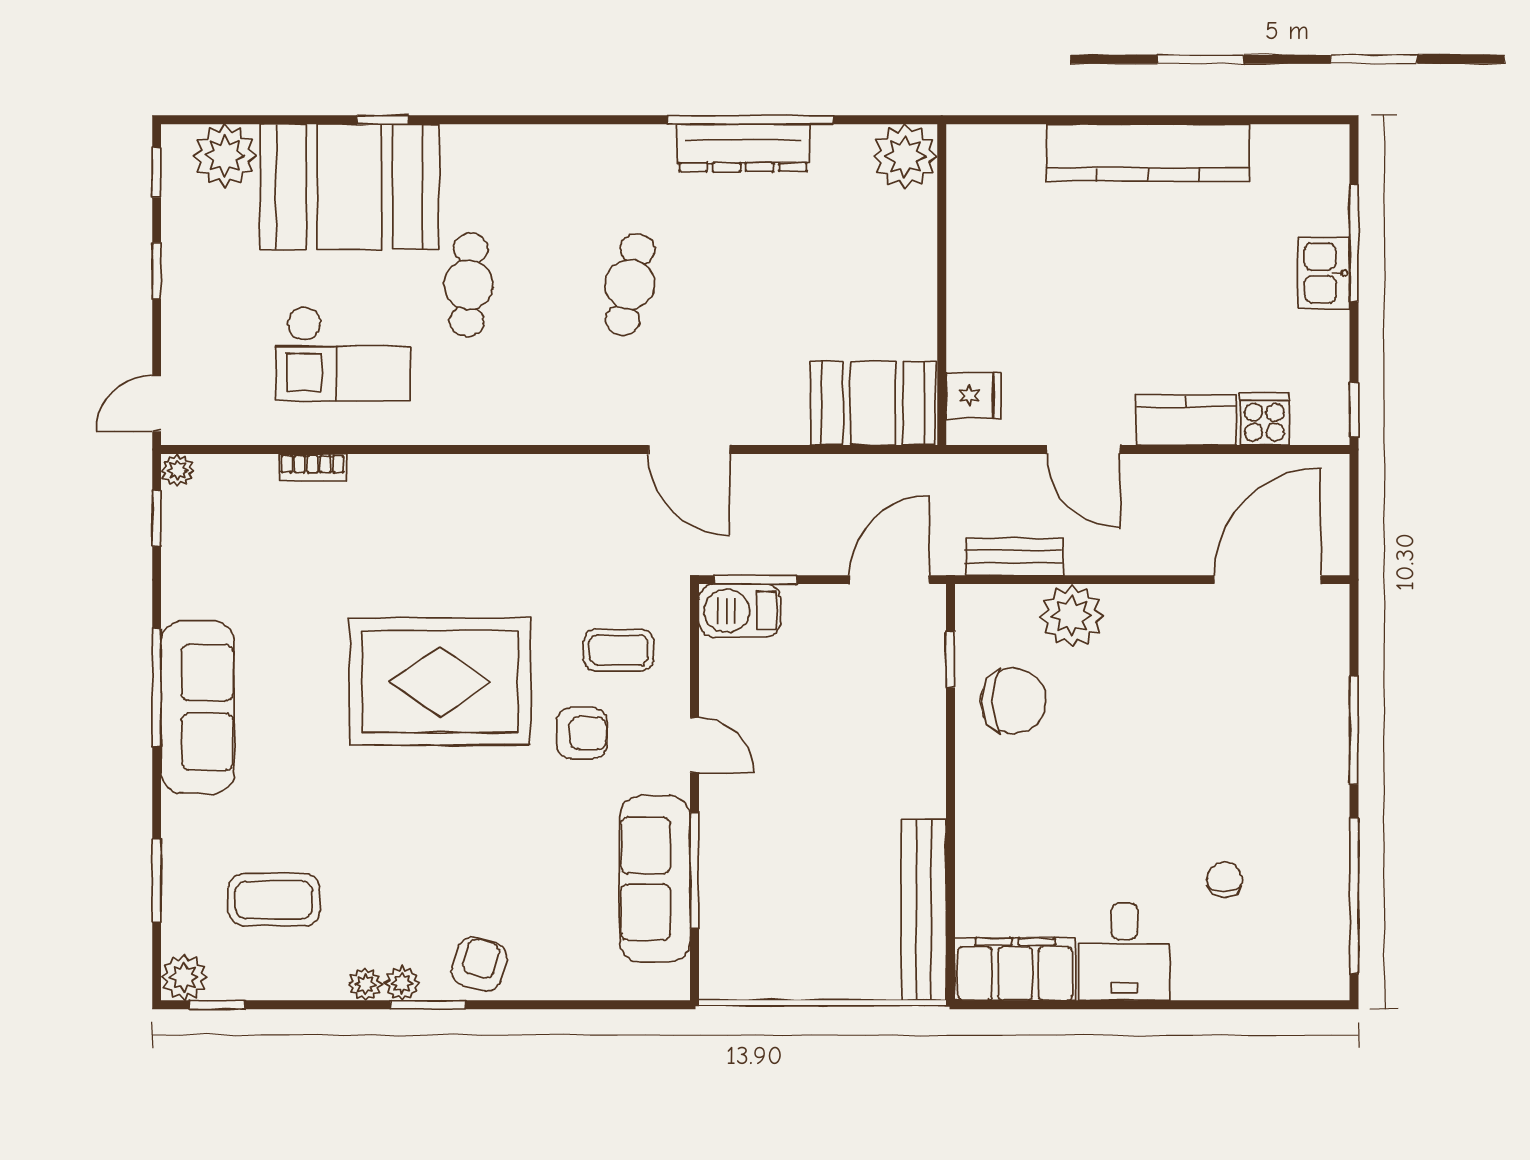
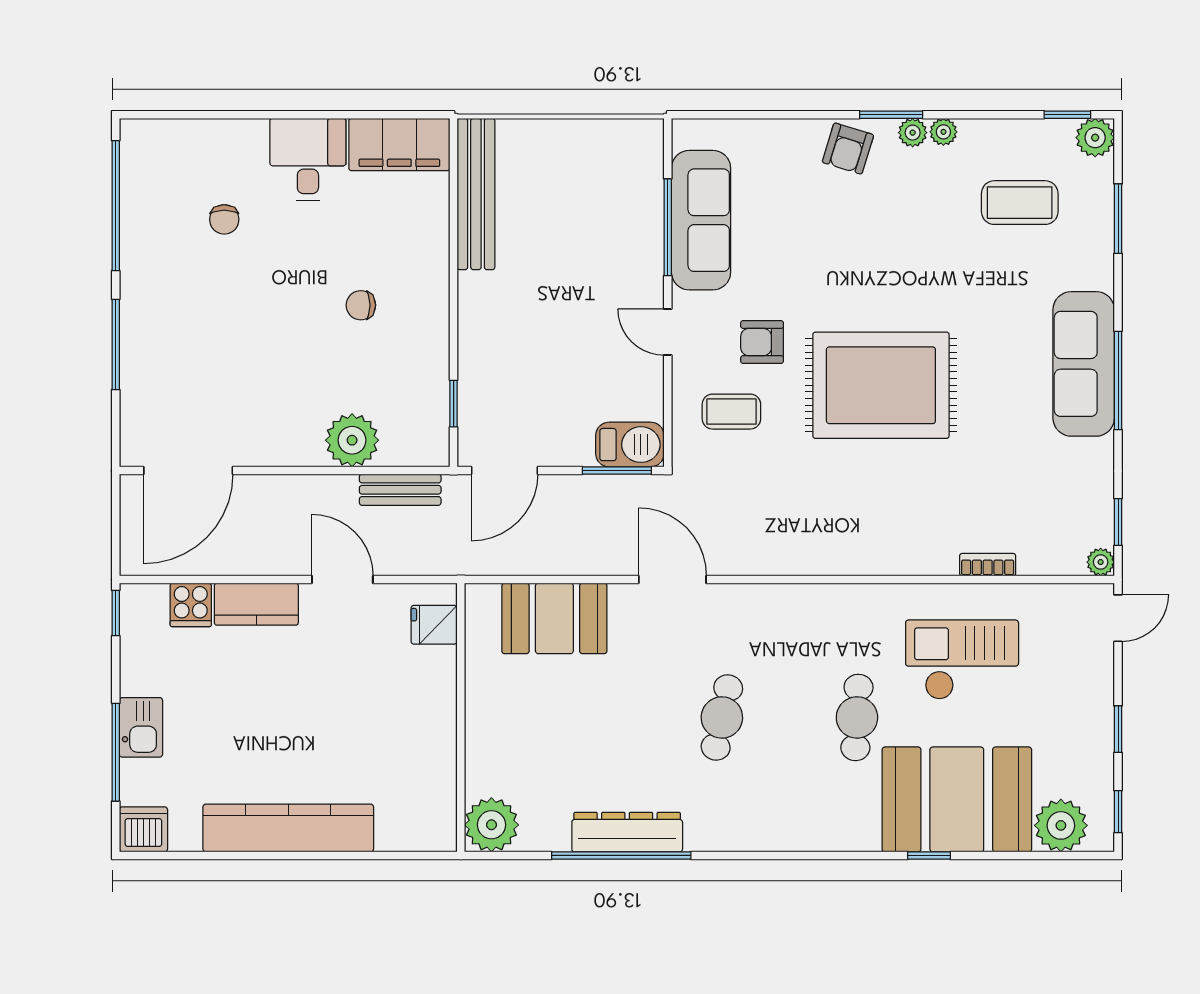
dishwasher: (1321, 151) -> (143, 829), added
booth: (873, 403) -> (554, 618), moved
chair: (1013, 701) -> (361, 305), moved, width x0.54, depth x0.54

